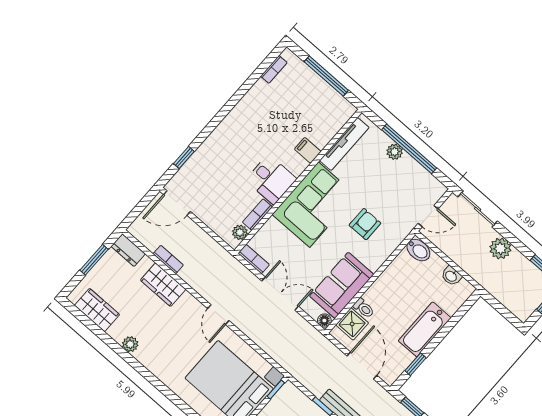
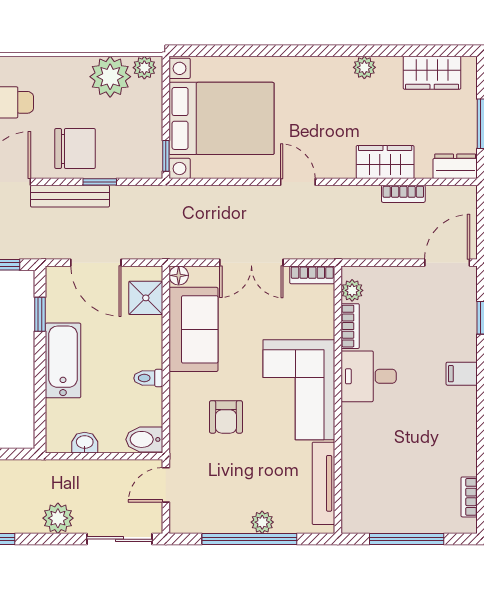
filing cabinet: (308, 150) -> (462, 374), moved, turned 180
toilet: (364, 308) -> (148, 378), moved

